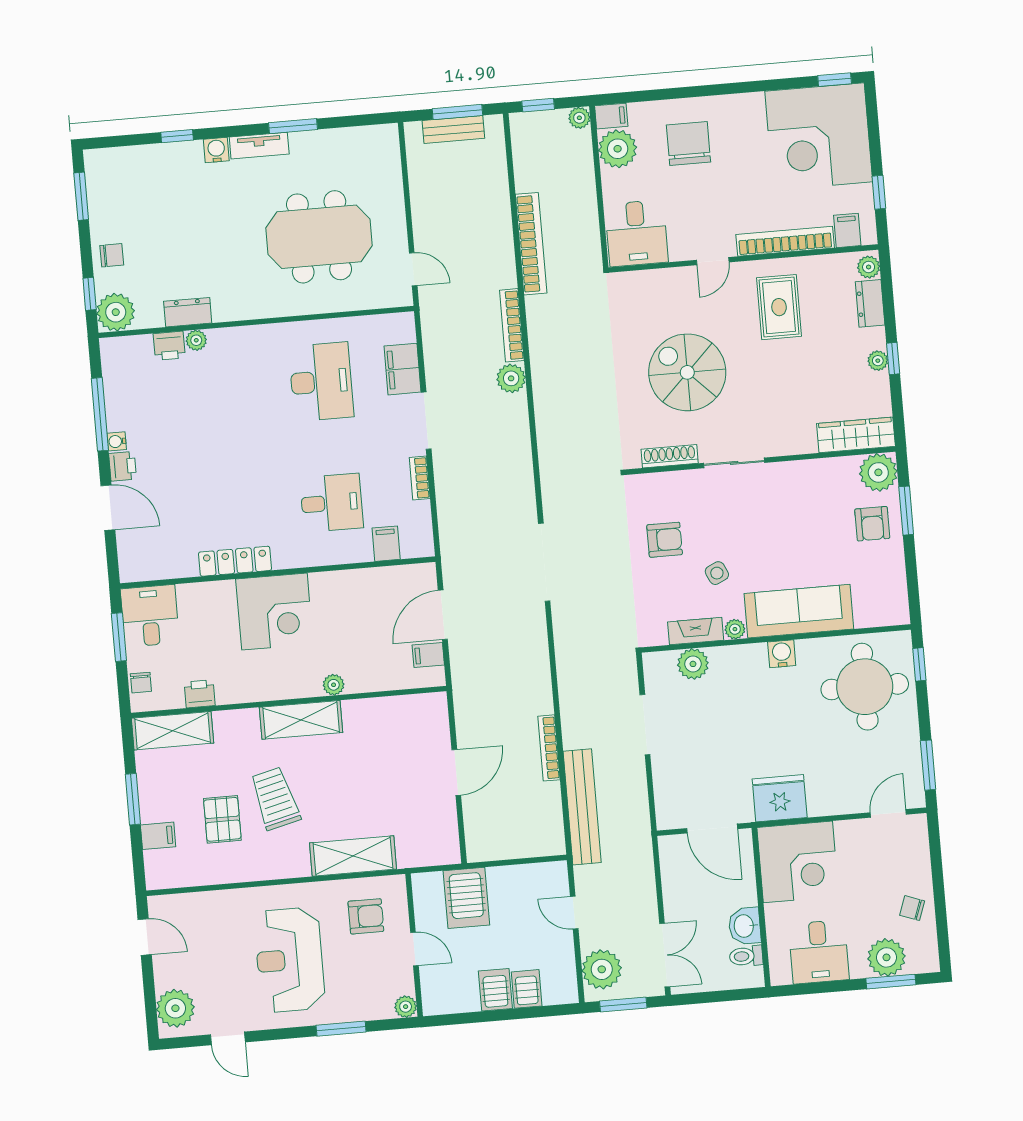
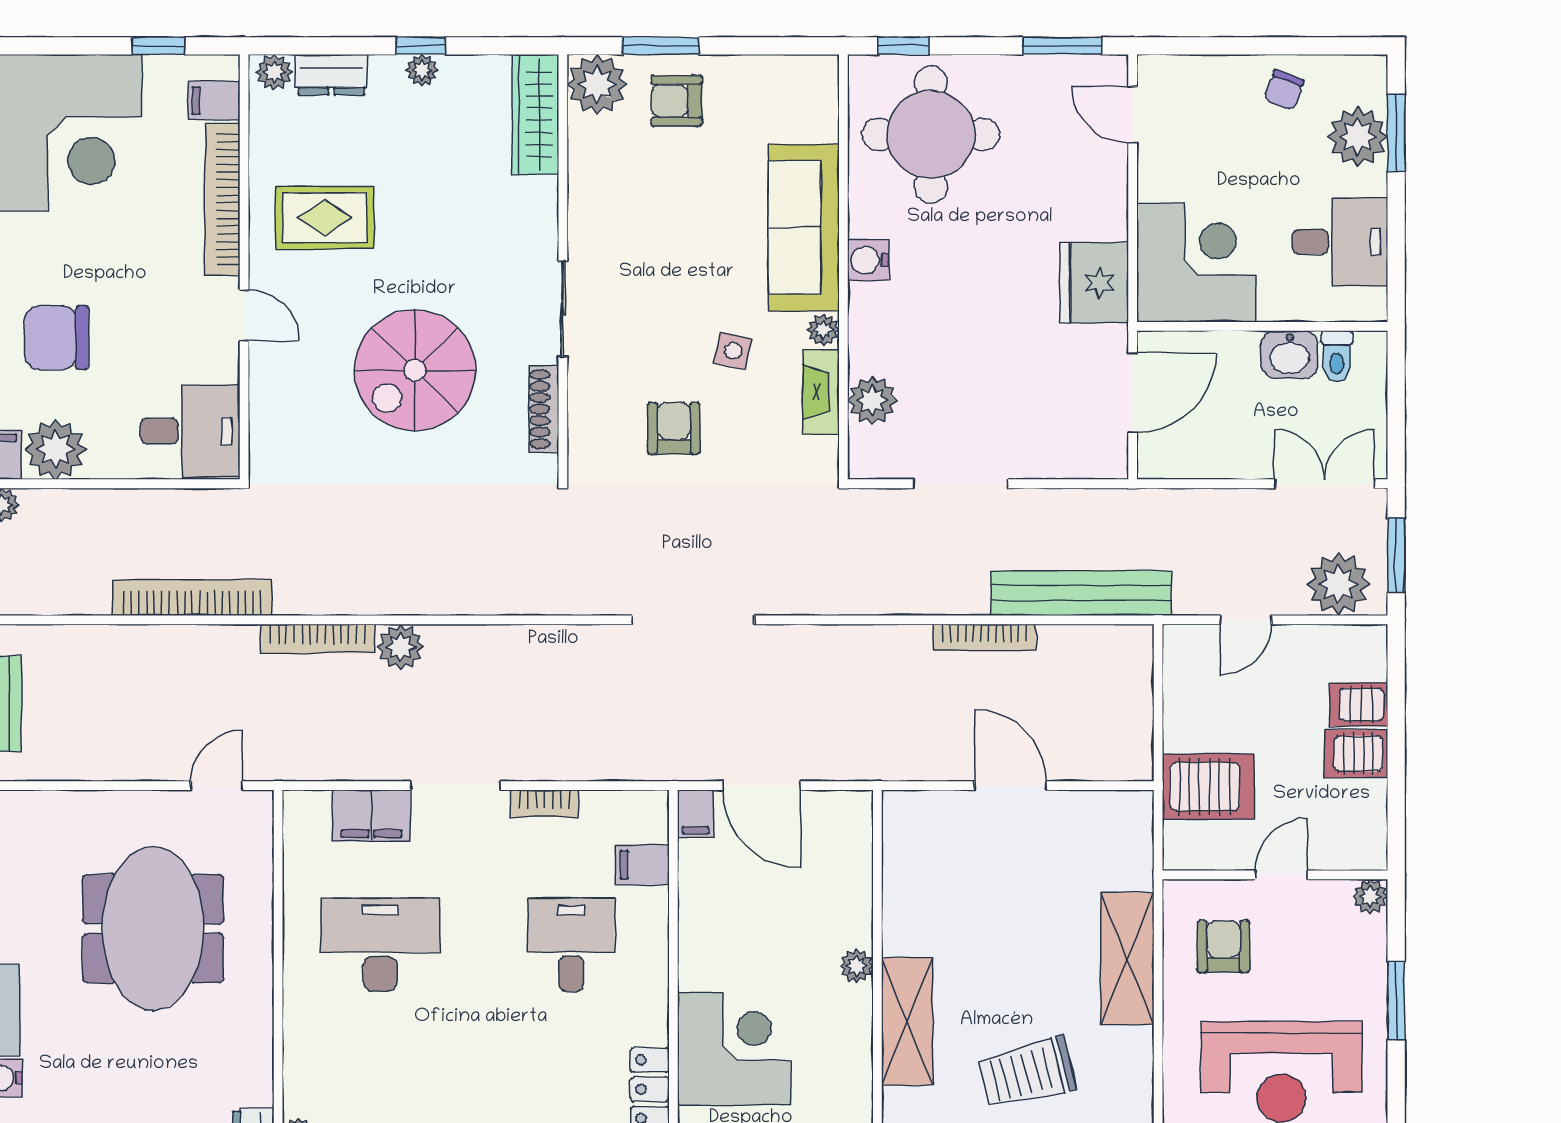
armchair: (872, 524) -> (677, 101), turned 180
side table: (717, 573) -> (733, 351), turned 37
filing cabinet: (428, 655) -> (696, 814), moved

